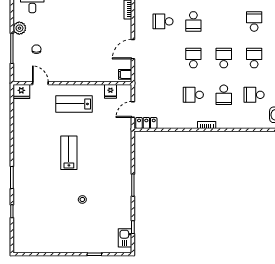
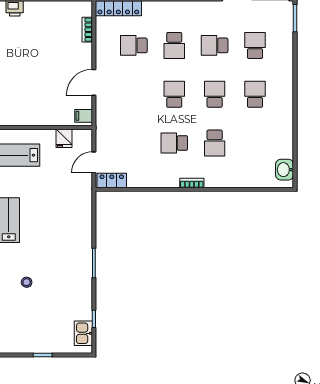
school desk: (254, 95) -> (215, 45), moved

